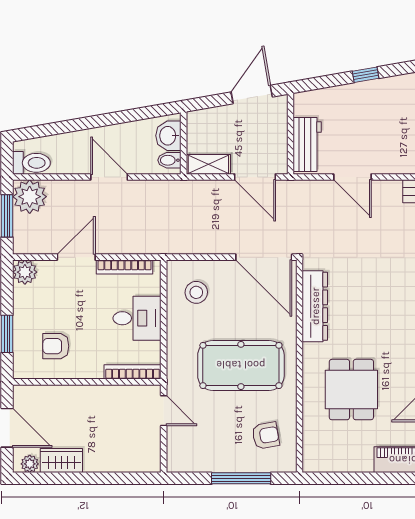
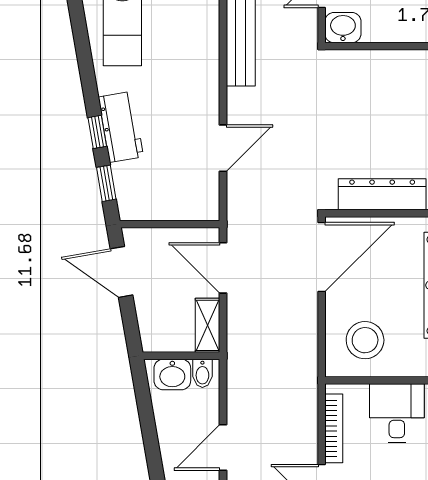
window: (324, 82) -> (106, 183), added
workbench: (307, 144) -> (121, 127), moved, turned 80
door: (255, 177) -> (223, 268), swing flipped
stool: (196, 292) -> (365, 340), width x1.38, depth x1.38

